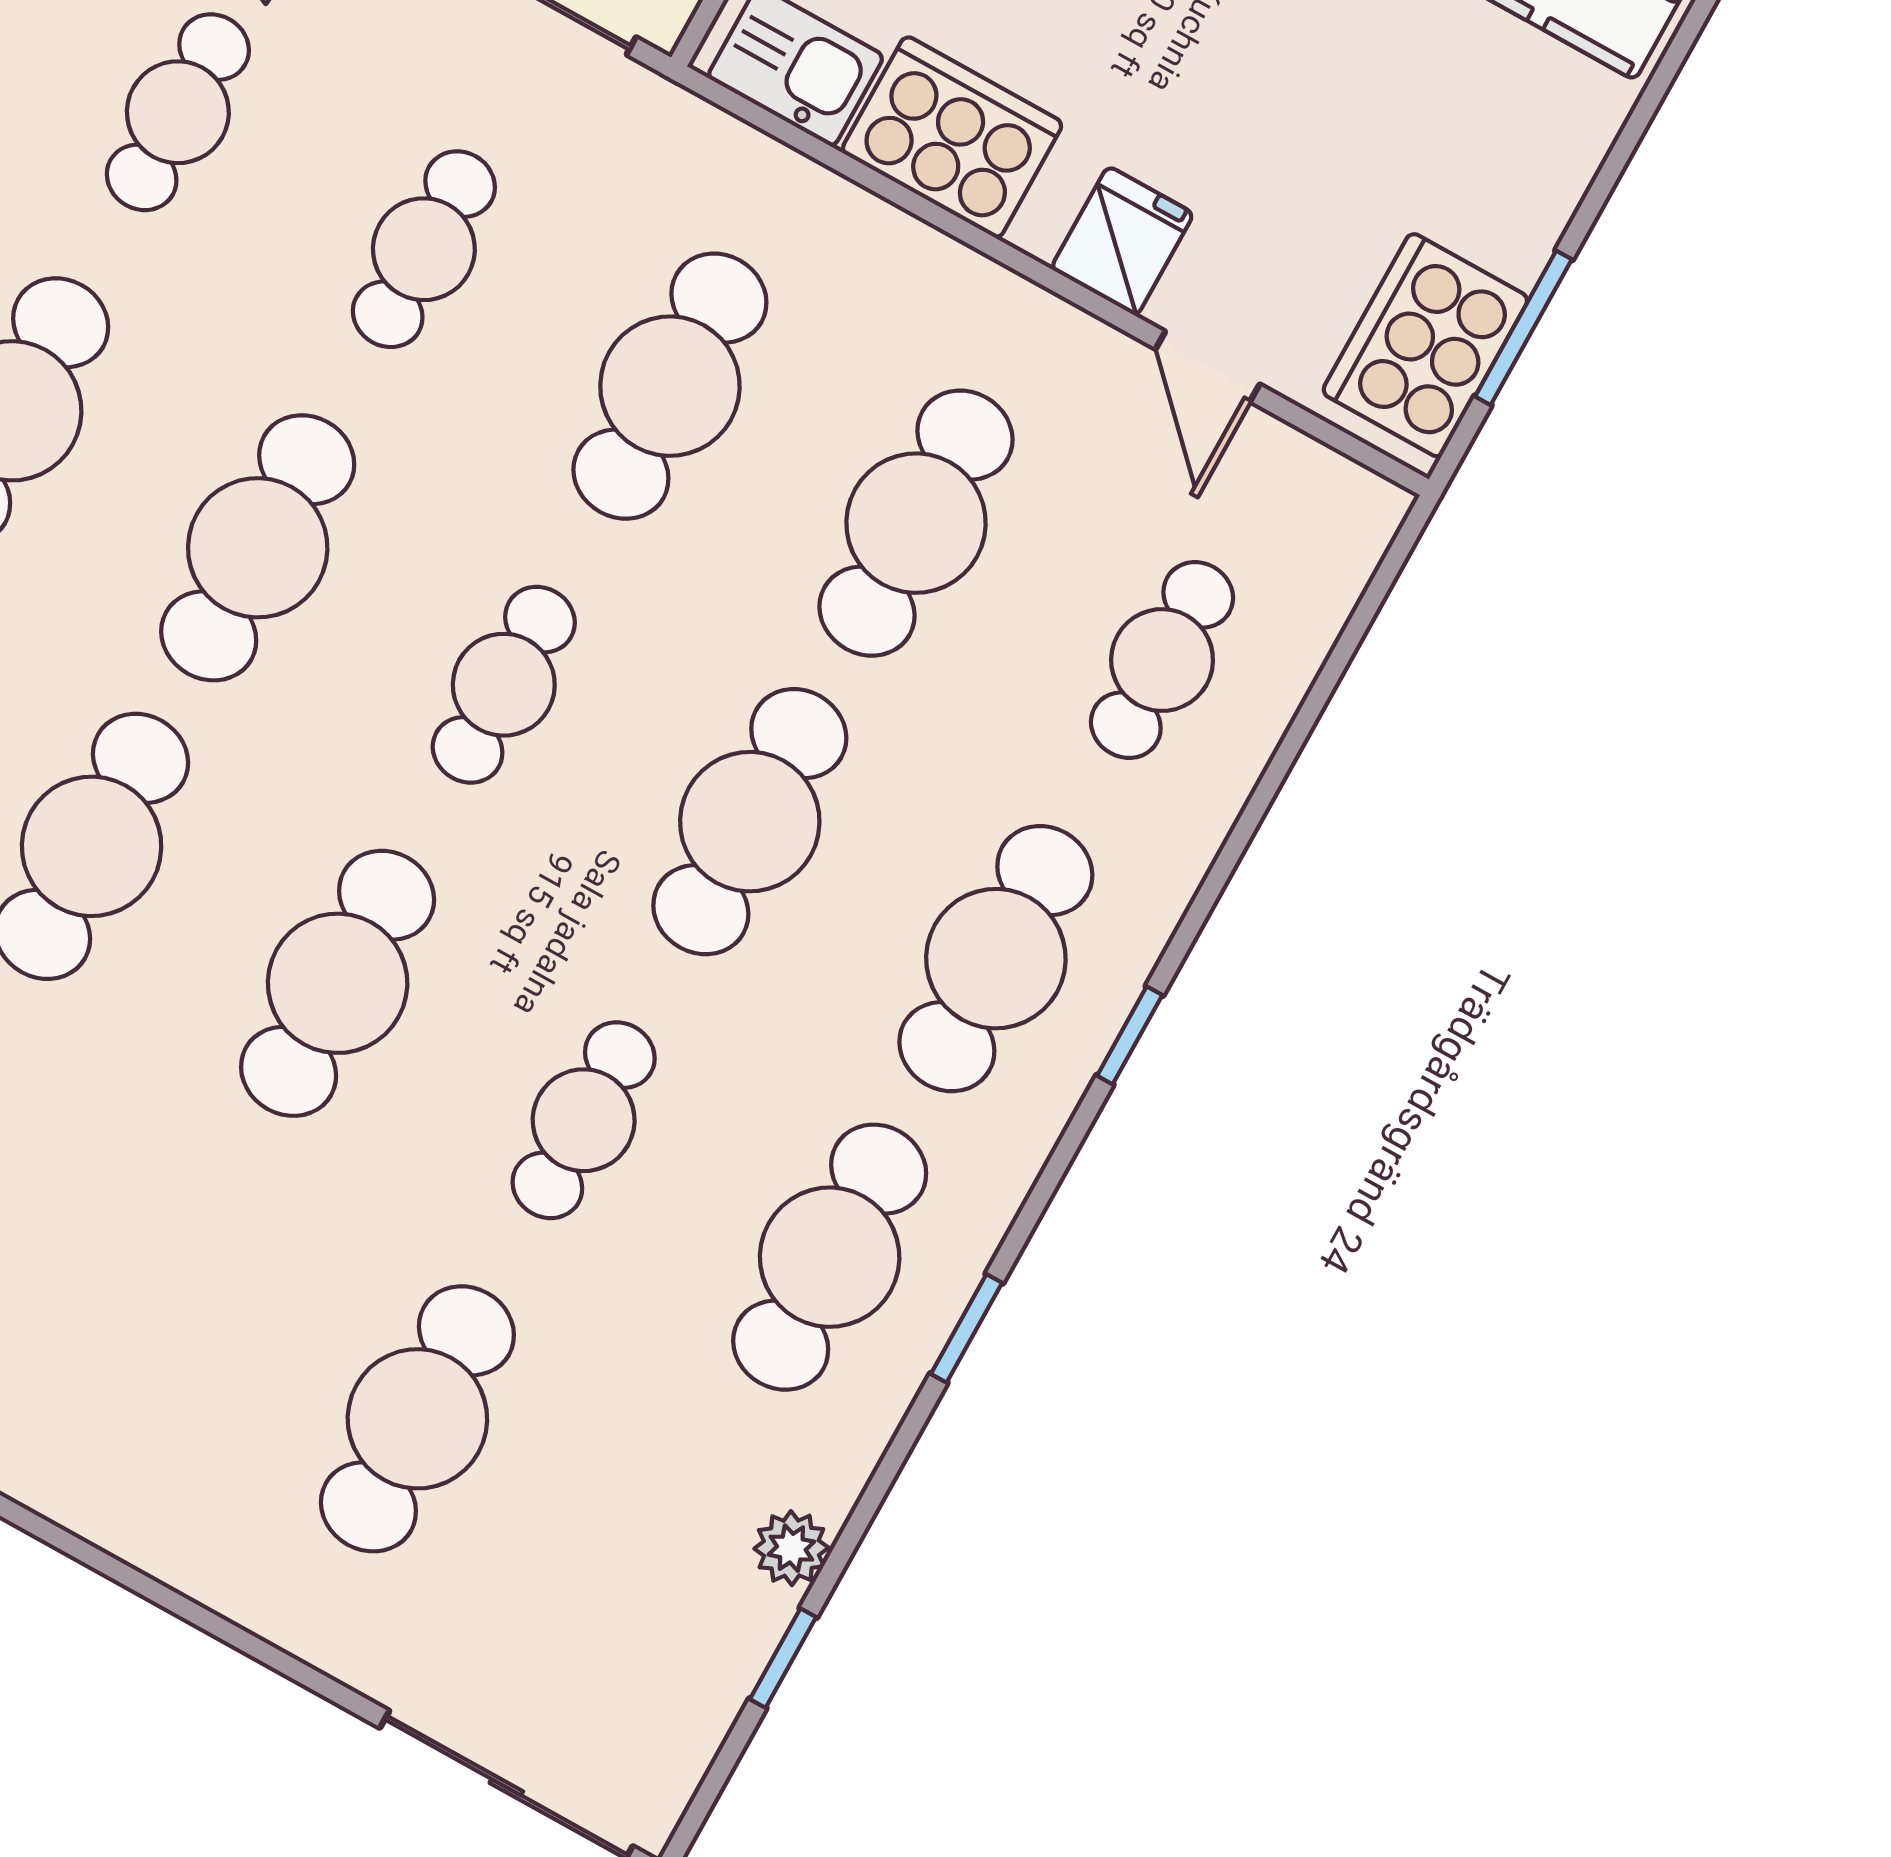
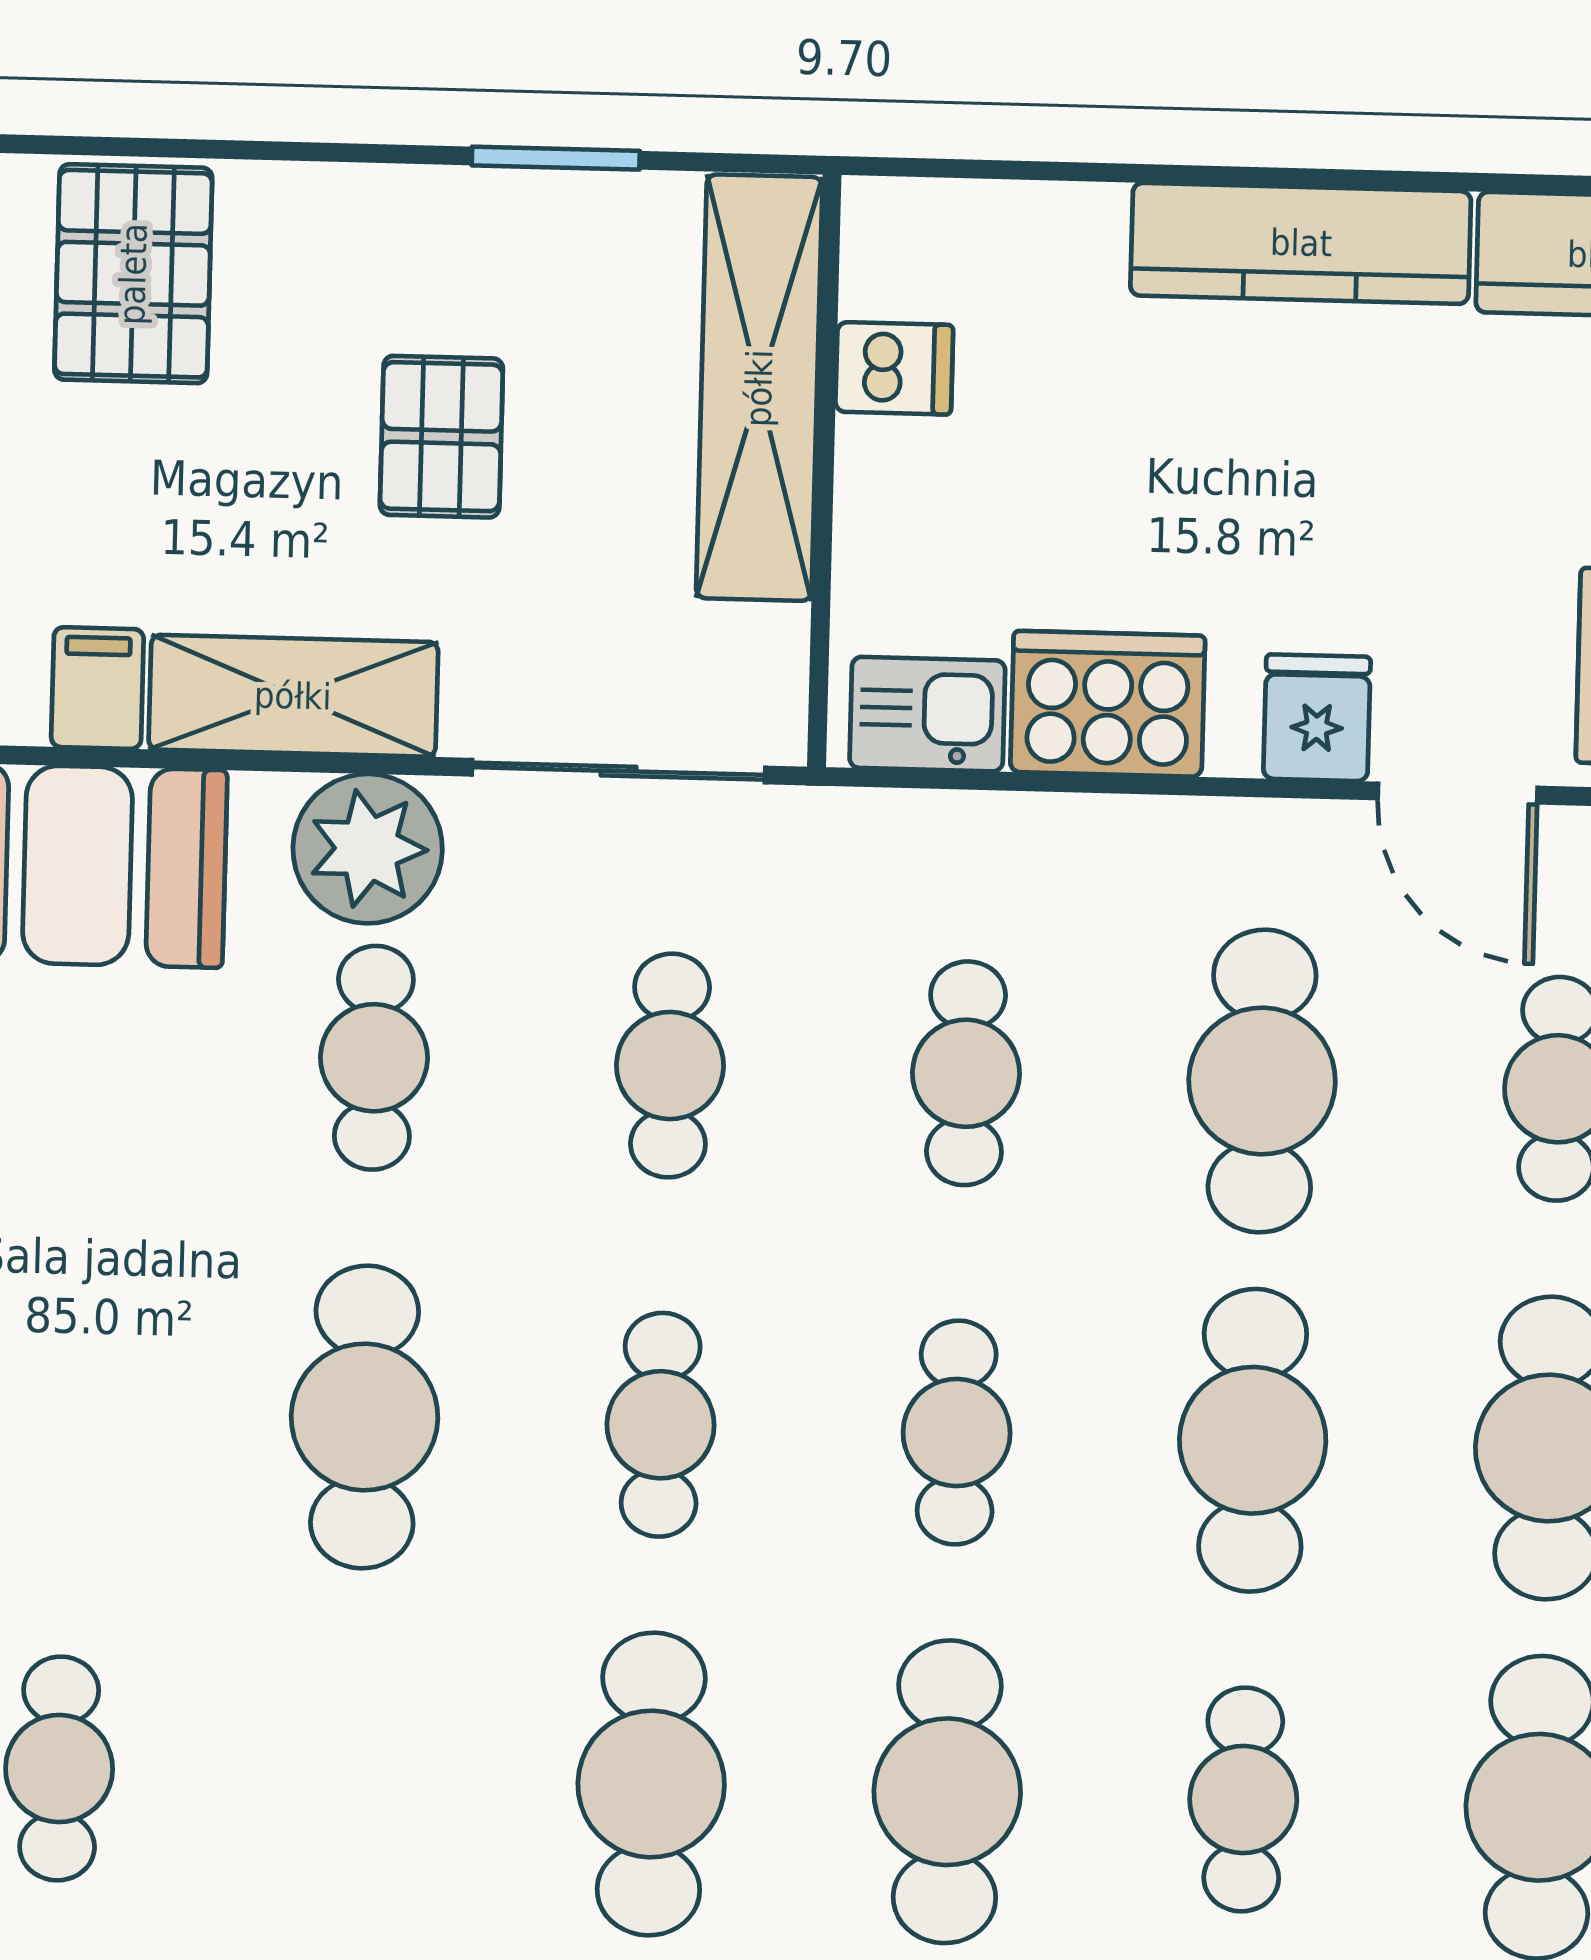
door: (1208, 367) -> (1458, 793), width x1.37
cafe table: (670, 386) -> (966, 1073), width x0.73, depth x0.74
cafe table: (258, 548) -> (661, 1425), width x0.73, depth x0.74

